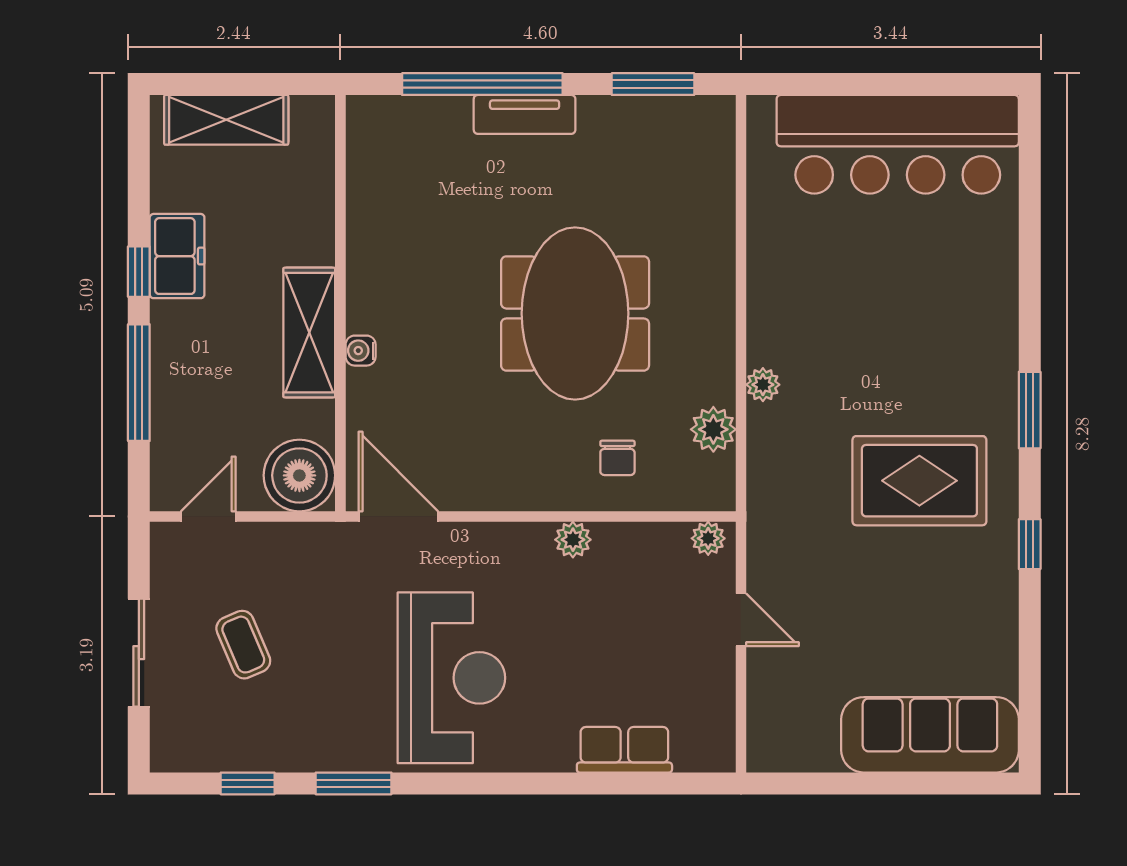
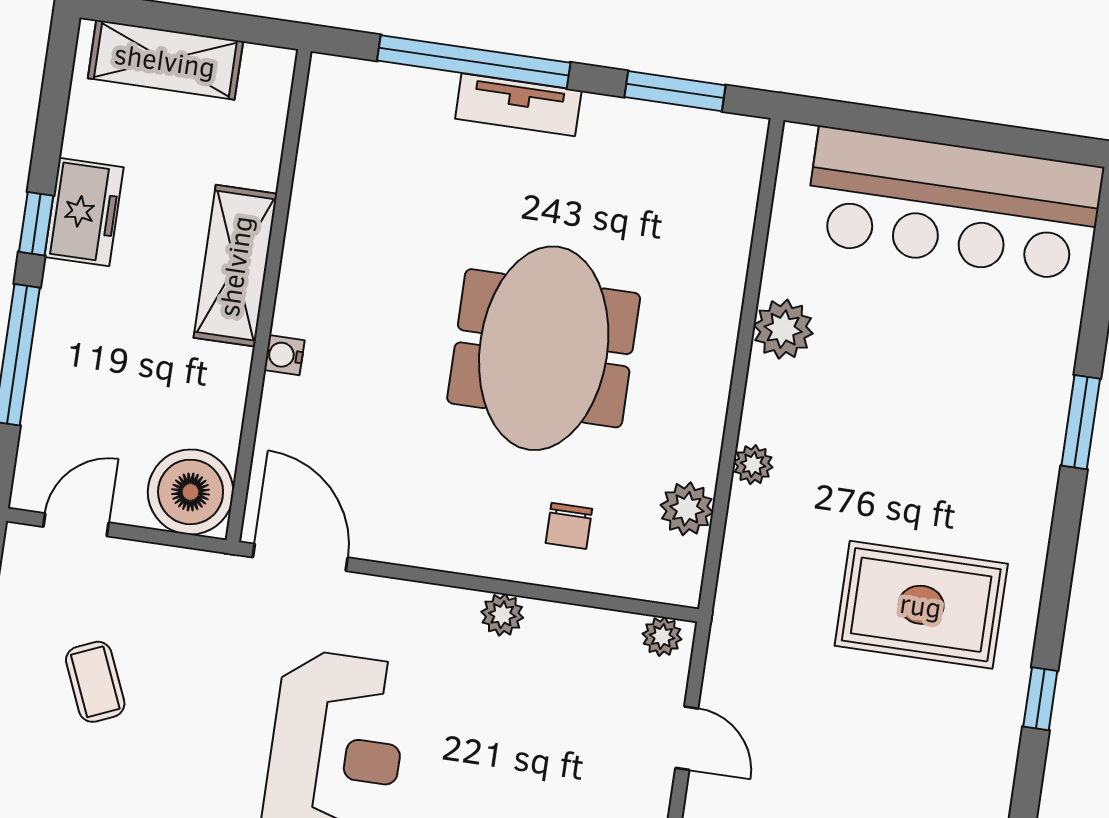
plant: (771, 269) -> (783, 329), added
shelving: (309, 333) -> (235, 266), moved
window: (1030, 410) -> (1081, 422), moved

